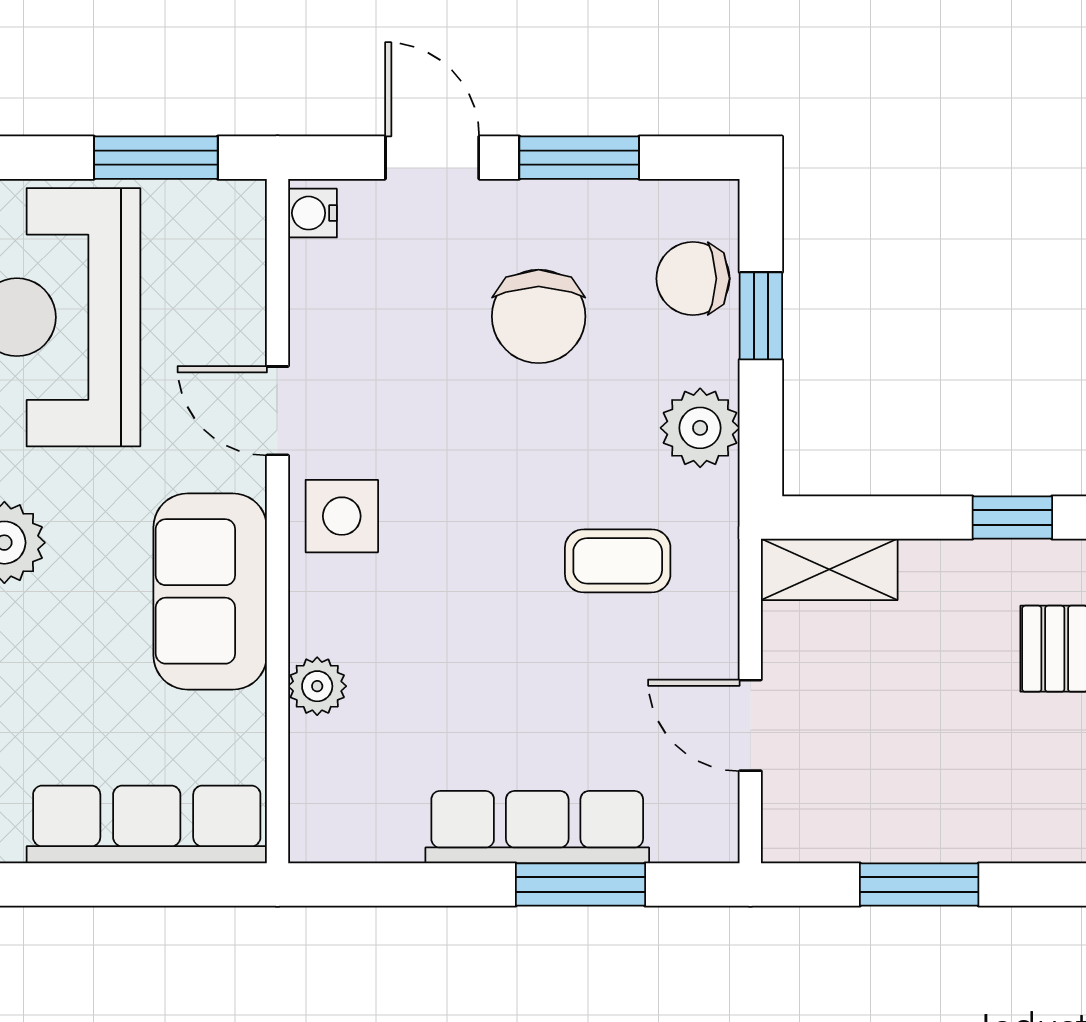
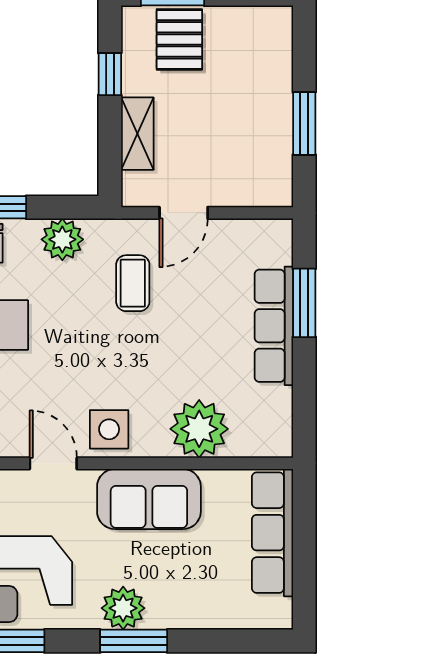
door: (277, 411) -> (53, 463), swing flipped
shelving: (829, 569) -> (137, 134), moved
plant: (317, 686) -> (199, 429), width x1.88, depth x1.88
door: (750, 725) -> (184, 213), moved

